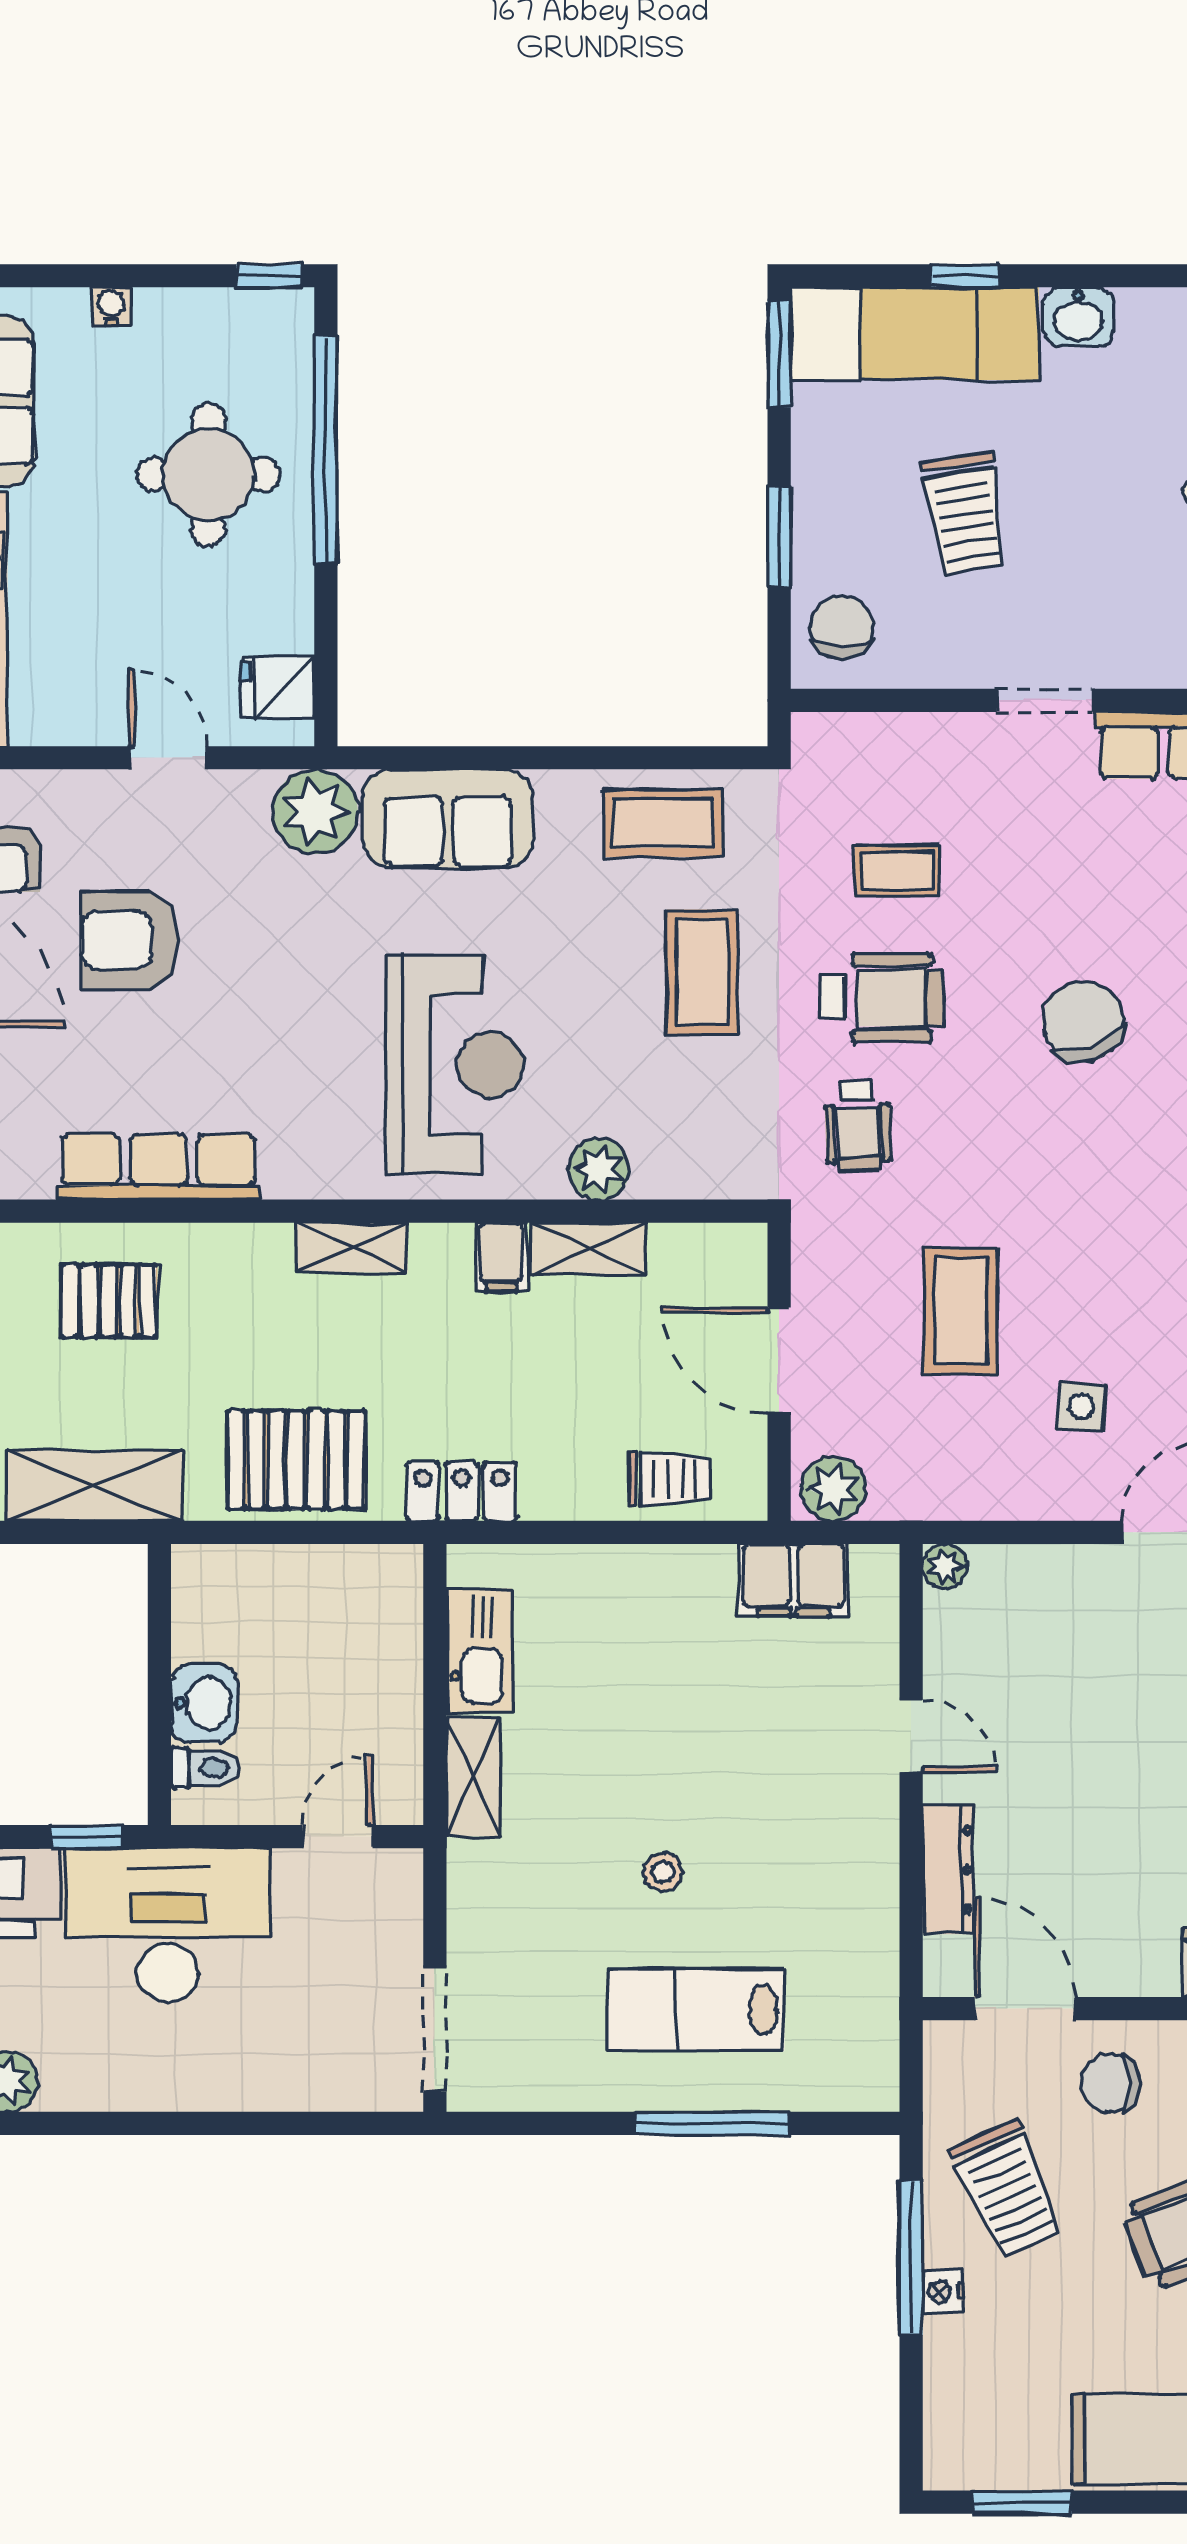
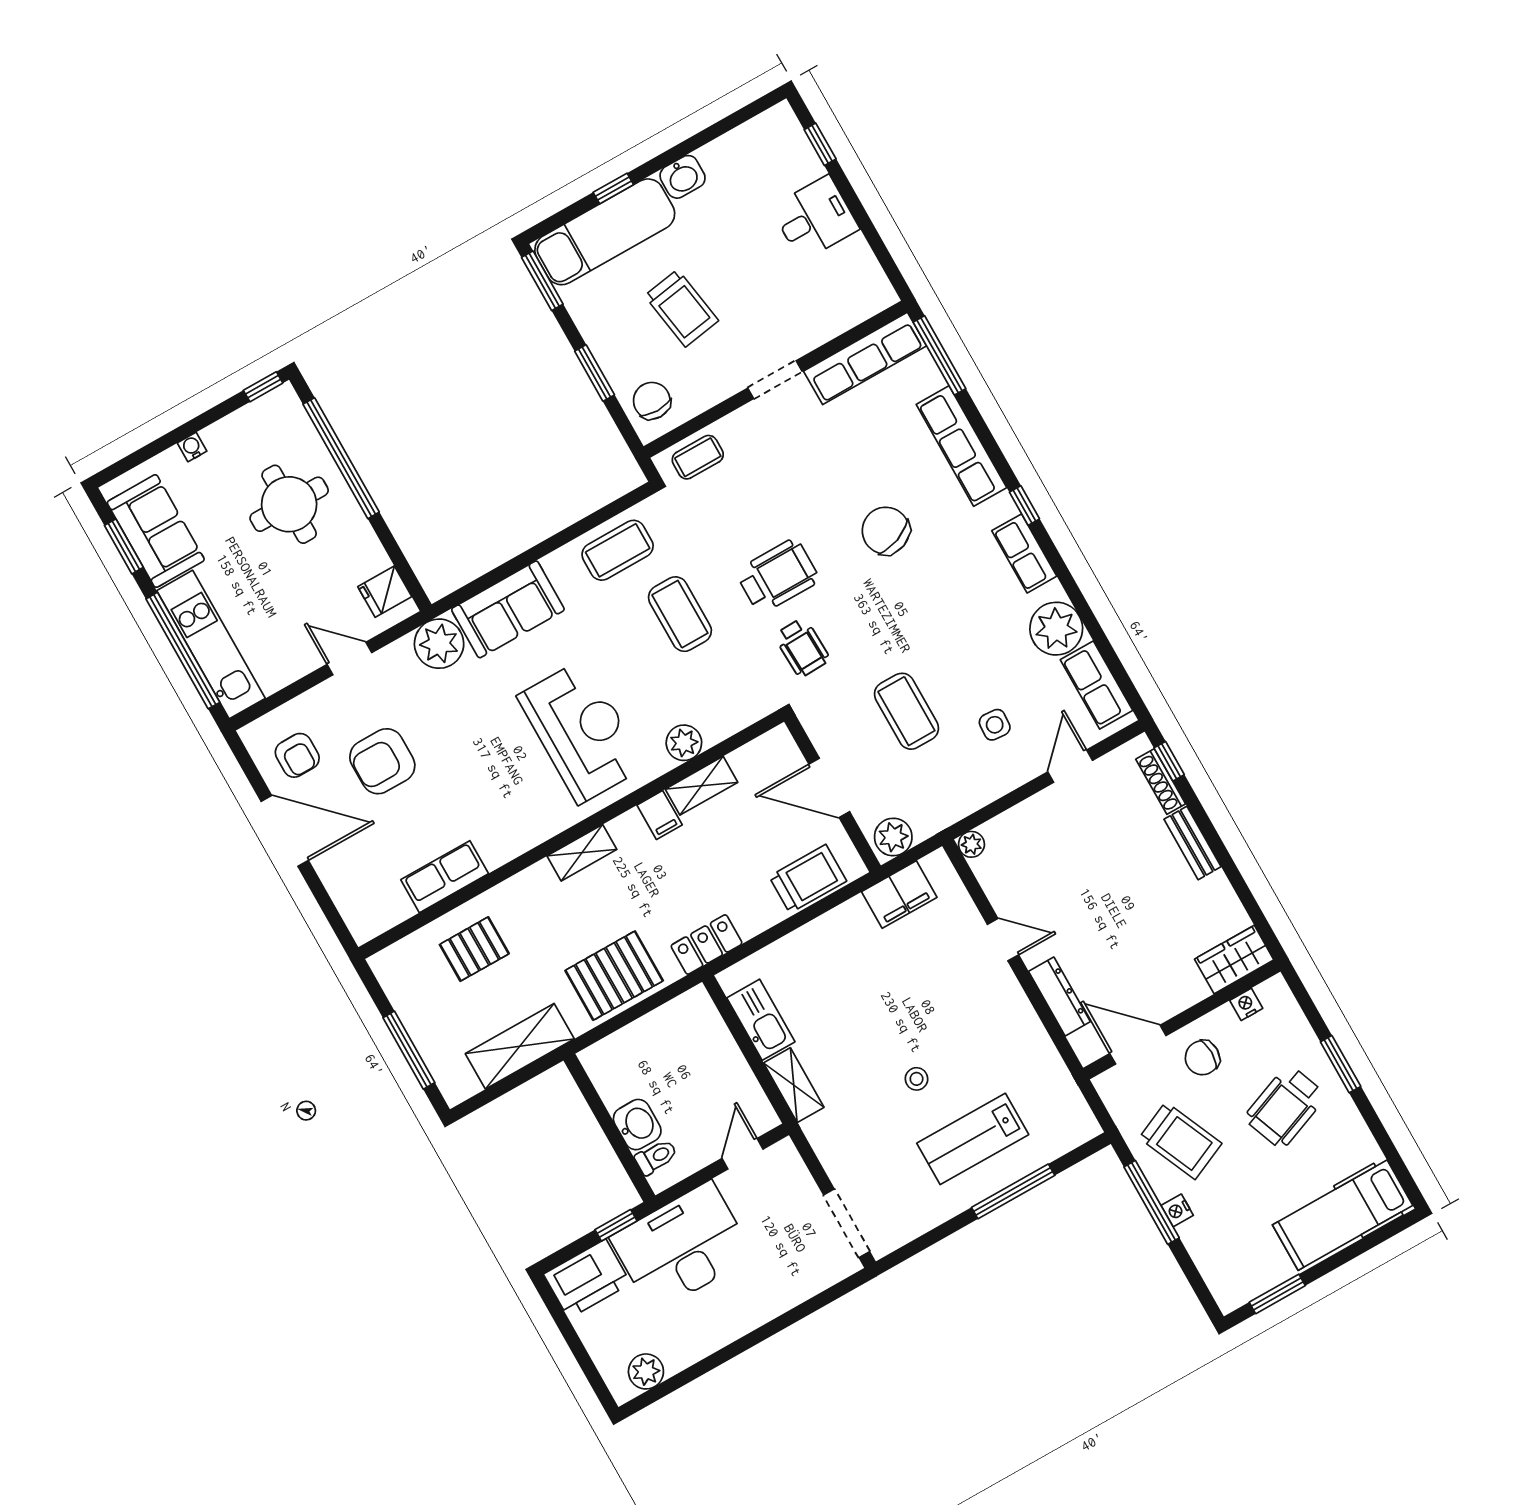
coffee table: (897, 871) -> (698, 457), moved
row of seats: (158, 1167) -> (445, 877), width x0.68
trolley: (670, 1479) -> (808, 879), width x1.36, depth x1.39

